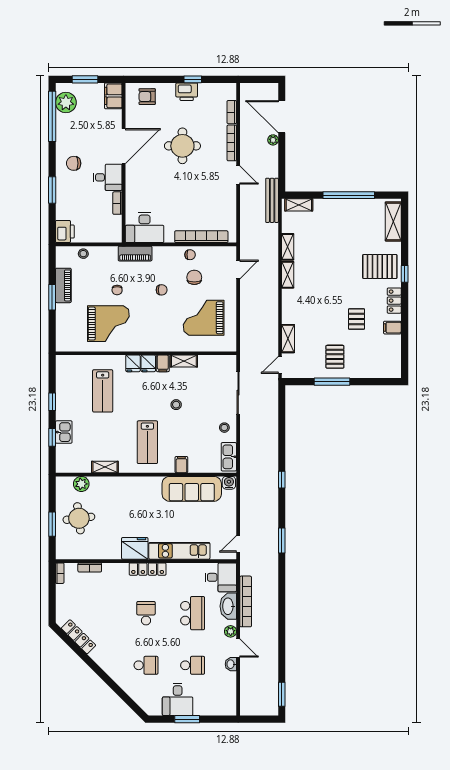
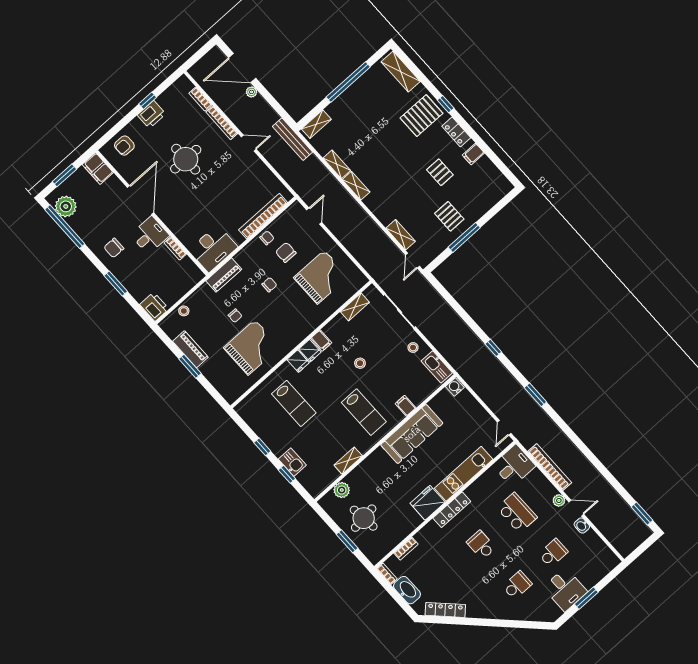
grand piano: (204, 318) -> (321, 277), turned 180
shelving: (184, 361) -> (355, 307), moved
sofa: (192, 489) -> (412, 434), moved
washbasin: (228, 606) -> (407, 590), moved, turned 180

